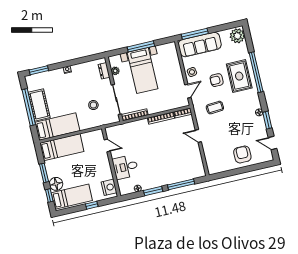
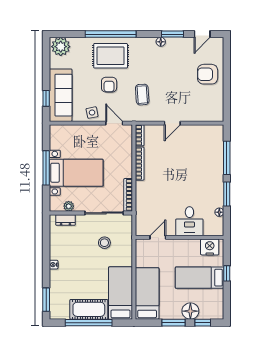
window: (195, 34) -> (46, 98), width x0.46
bed: (72, 197) -> (200, 278), moved, turned -90

